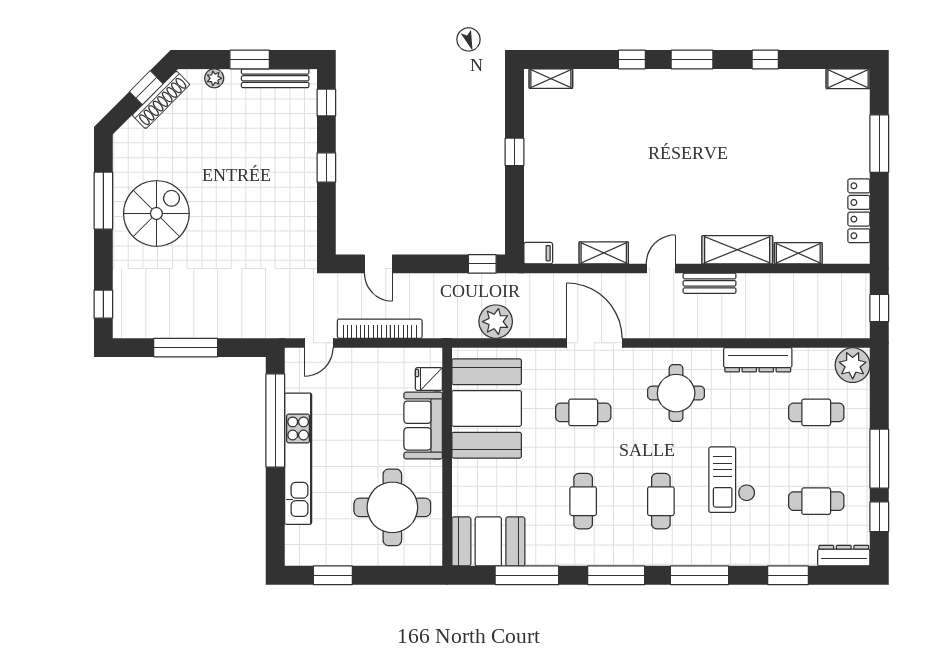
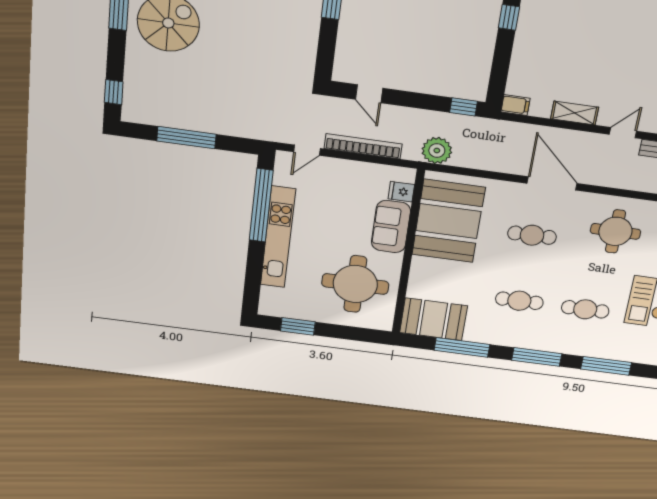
plant: (496, 322) -> (437, 150), moved
cafe table: (583, 501) -> (519, 301), turned 90
cafe table: (661, 501) -> (585, 309), turned 90

